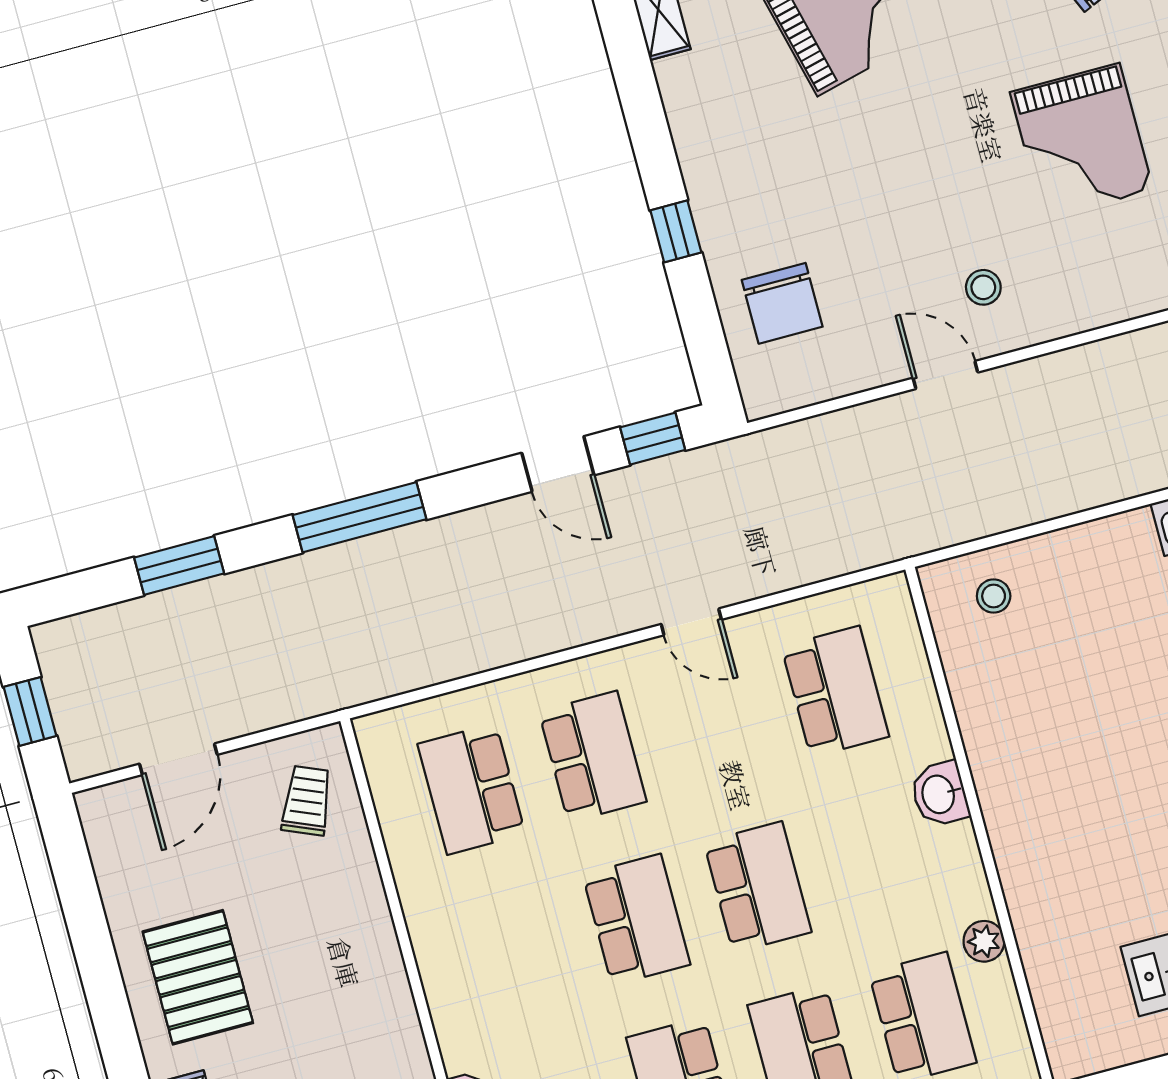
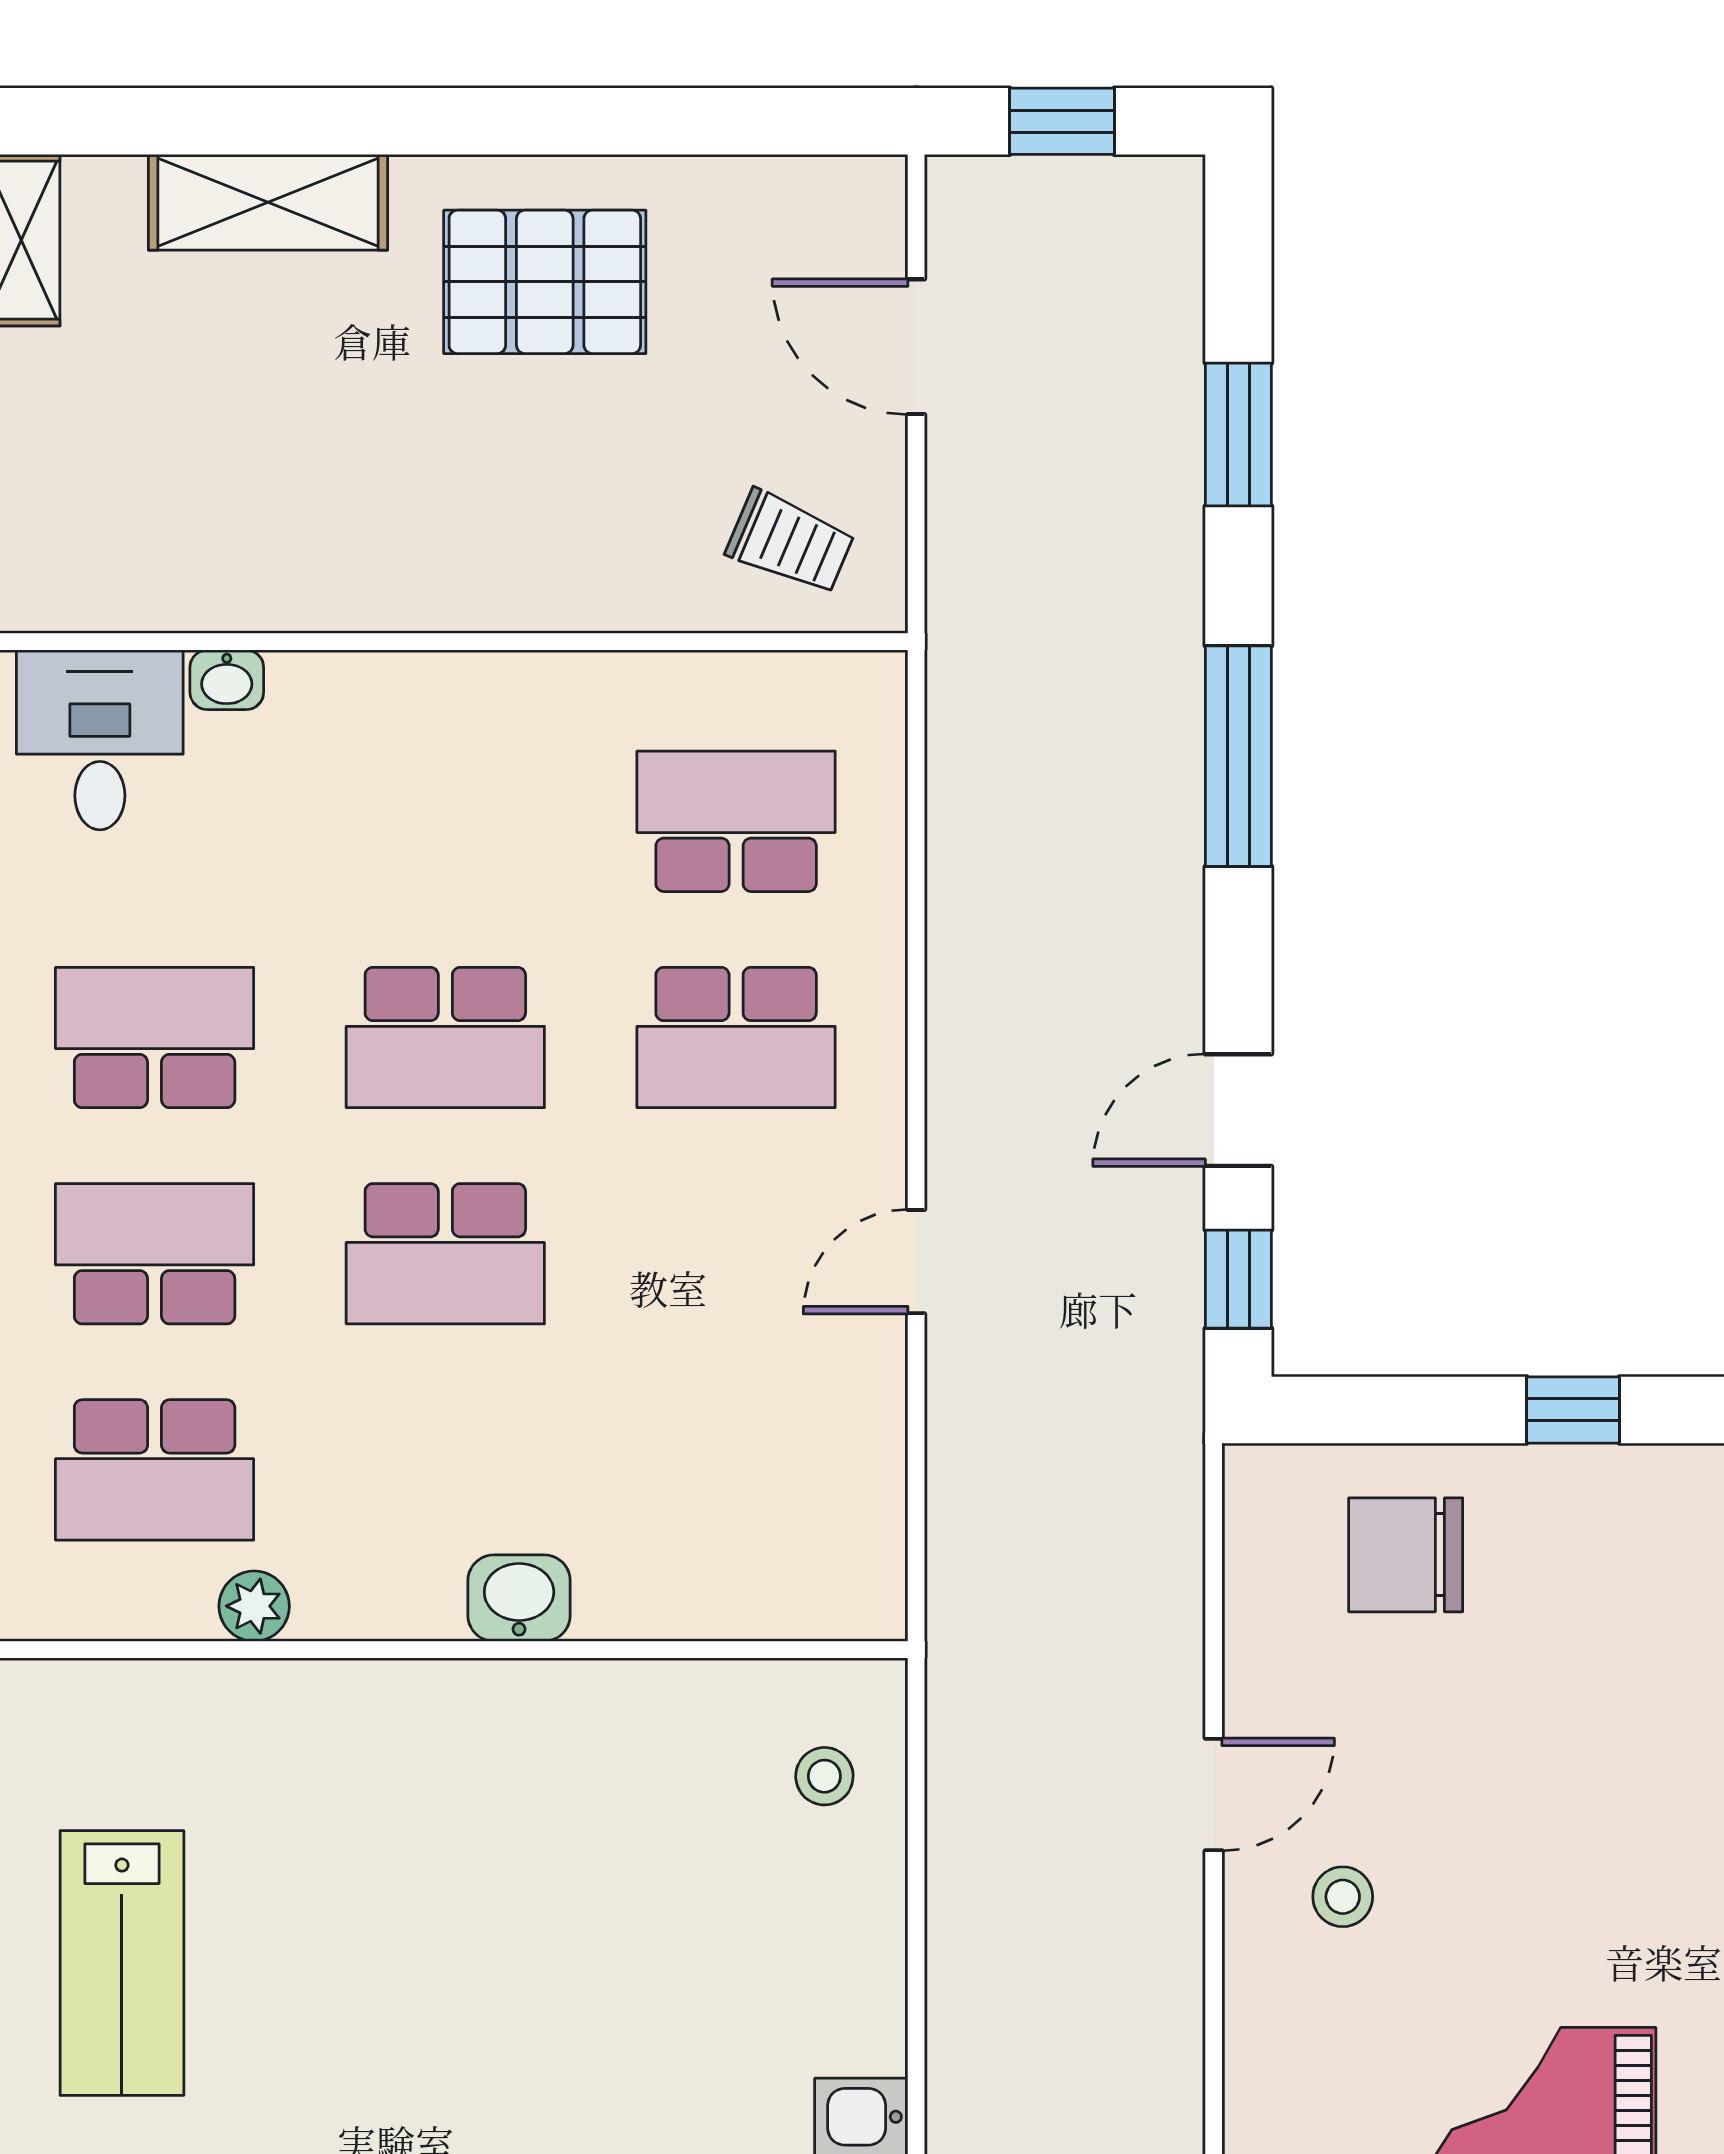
school desk: (835, 692) -> (736, 1470), removed

